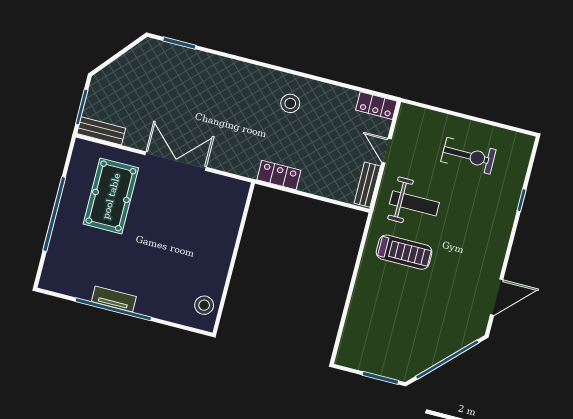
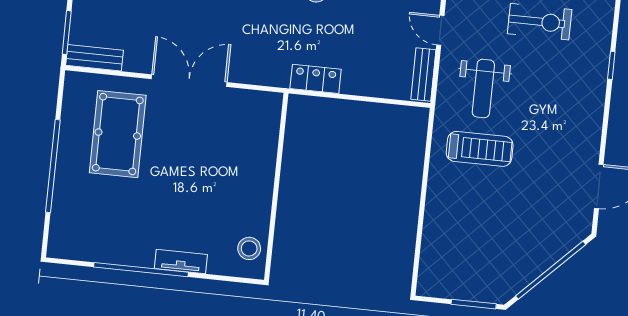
weight bench: (414, 203) -> (483, 88), turned 90
tv unit: (114, 299) -> (181, 262), moved

